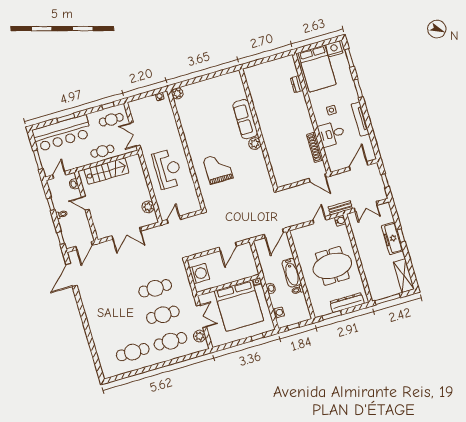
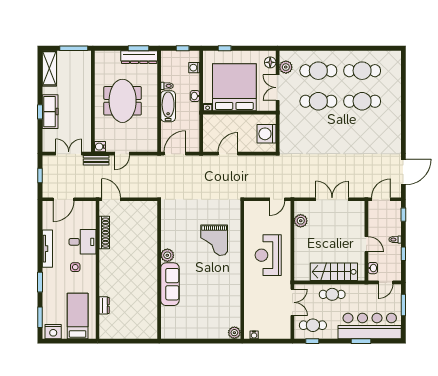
bed: (317, 69) -> (78, 316), width x0.67
meeting table: (332, 266) -> (123, 101), turned 90
cafe table: (155, 288) -> (362, 101), moved
dresser: (347, 303) -> (139, 57), moved
floor lamp: (214, 336) -> (270, 62), added

